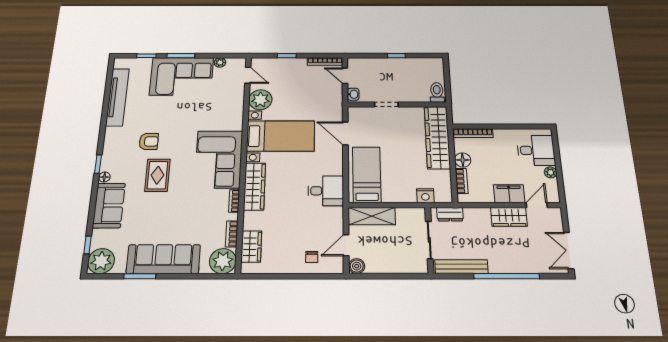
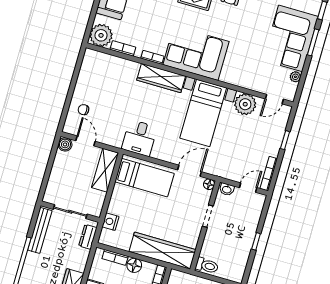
floor lamp: (353, 112) -> (209, 184), added
wardrobe: (251, 247) -> (107, 62), removed

